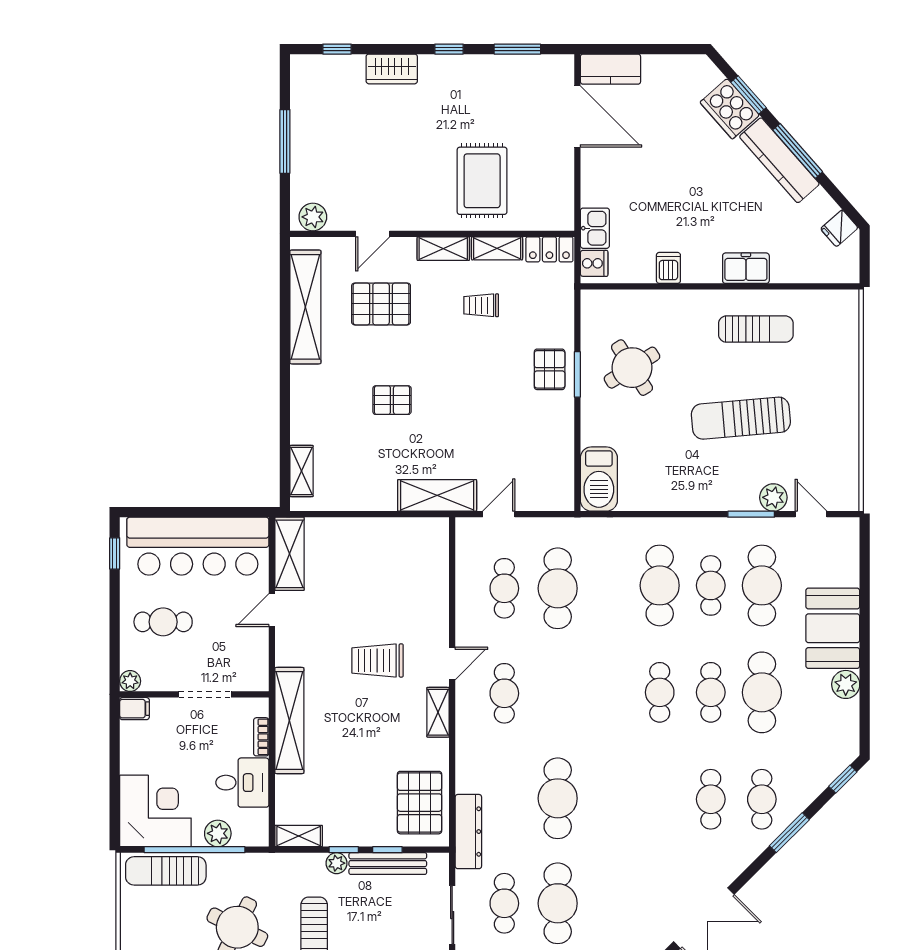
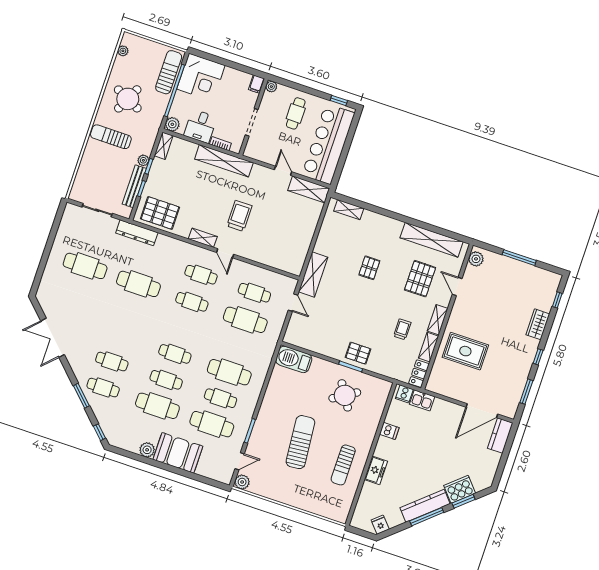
plant: (773, 497) -> (242, 482), moved
plant: (218, 833) -> (172, 124), moved
cafe table: (504, 903) -> (192, 302), moved

